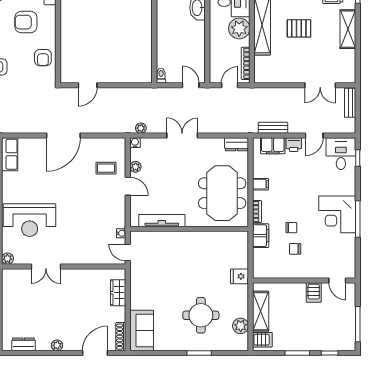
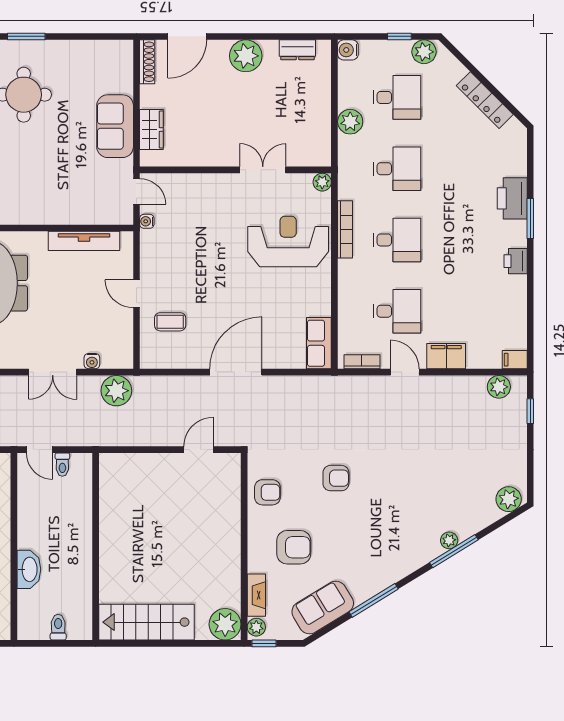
armchair: (43, 58) -> (267, 492), turned 90
toilet: (161, 76) -> (62, 465), moved
plant: (141, 128) -> (116, 391), width x1.88, depth x1.88
water cooler: (135, 143) -> (92, 361), moved
plant: (135, 167) -> (125, 324), removed
sofa: (142, 330) -> (115, 126), moved
plant: (57, 345) -> (246, 56), width x1.88, depth x1.88

